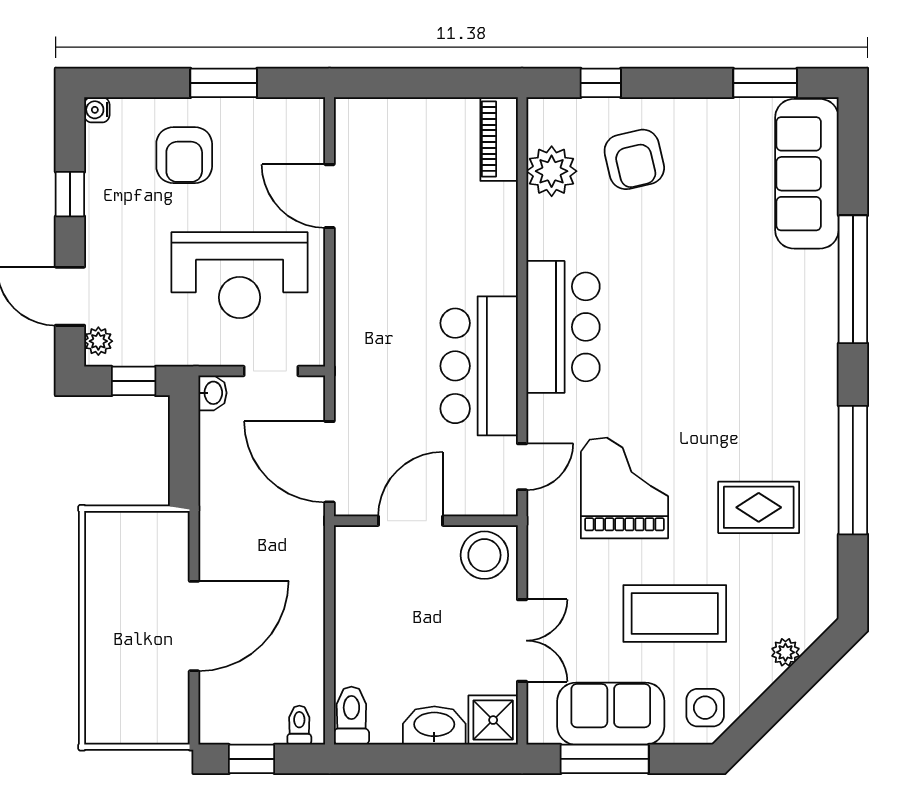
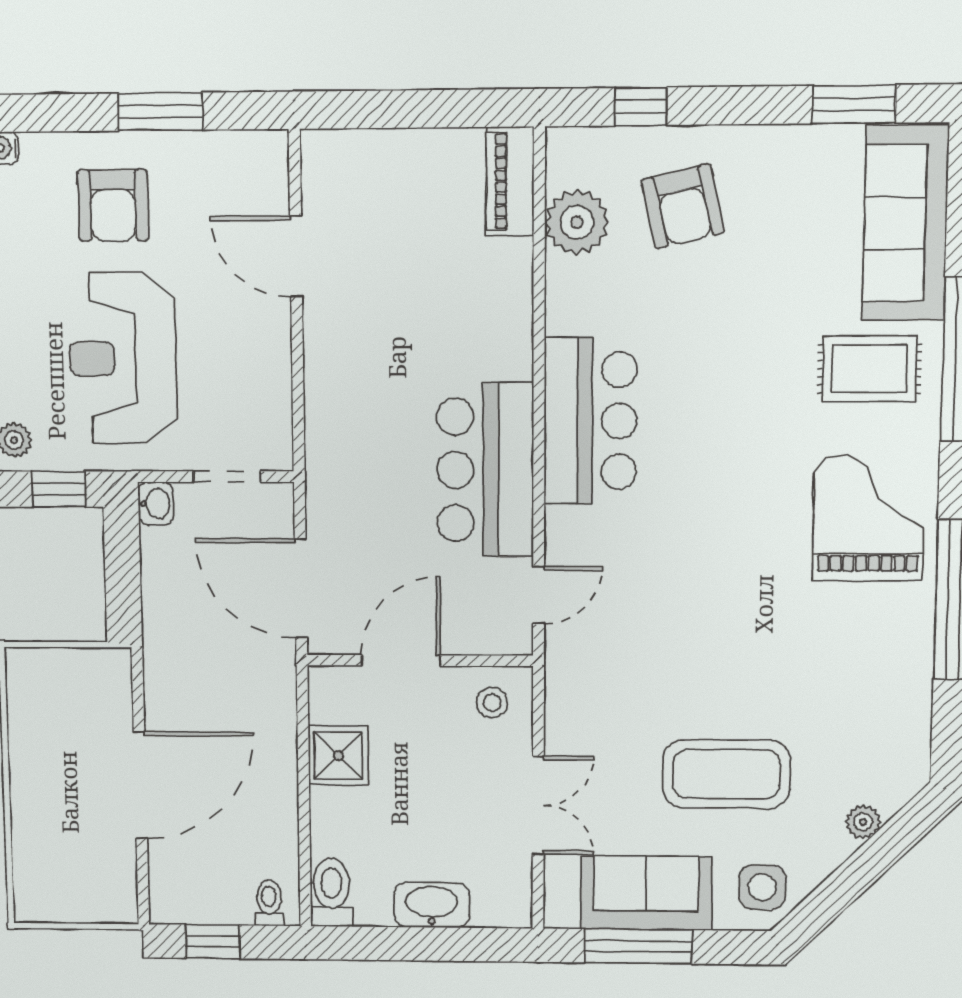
reception desk: (240, 275) -> (123, 358), moved, turned 90
grand piano: (624, 488) -> (869, 518), moved
rug: (759, 507) -> (869, 369), moved
stool: (484, 555) -> (492, 703), width x0.53, depth x0.53
shower: (493, 720) -> (338, 756), moved

